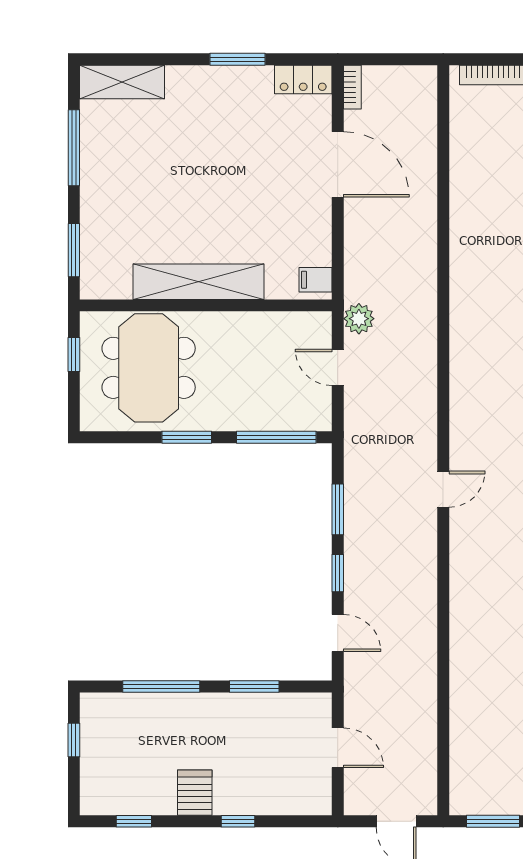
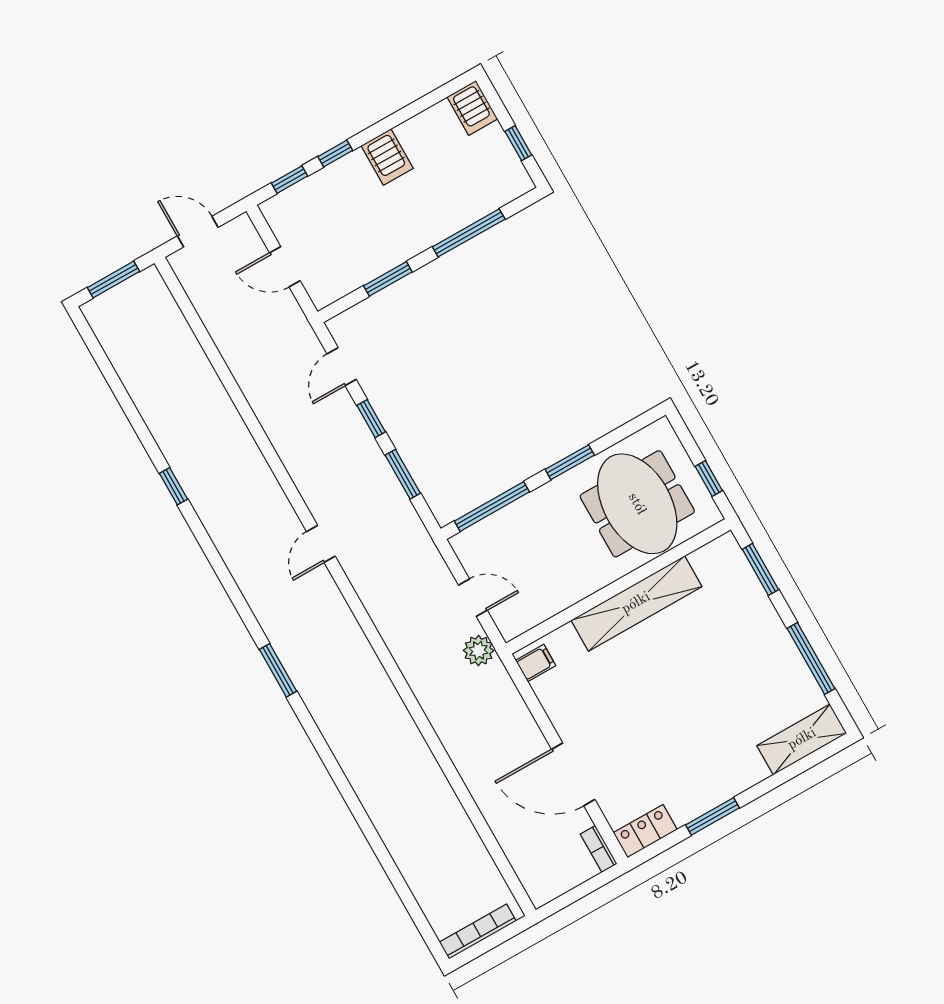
door: (338, 633) -> (342, 367), hinge flipped
server rack: (96, 793) -> (472, 108), added
window: (134, 821) -> (289, 180), moved

